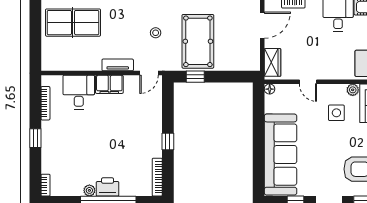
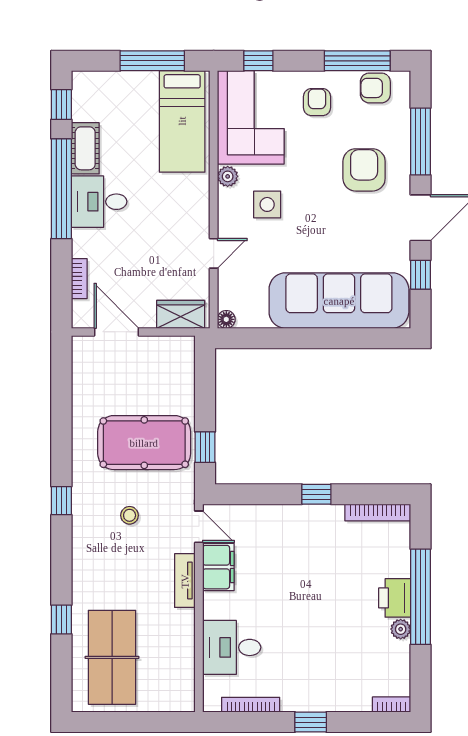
filing cabinet: (109, 84) -> (218, 567), moved

